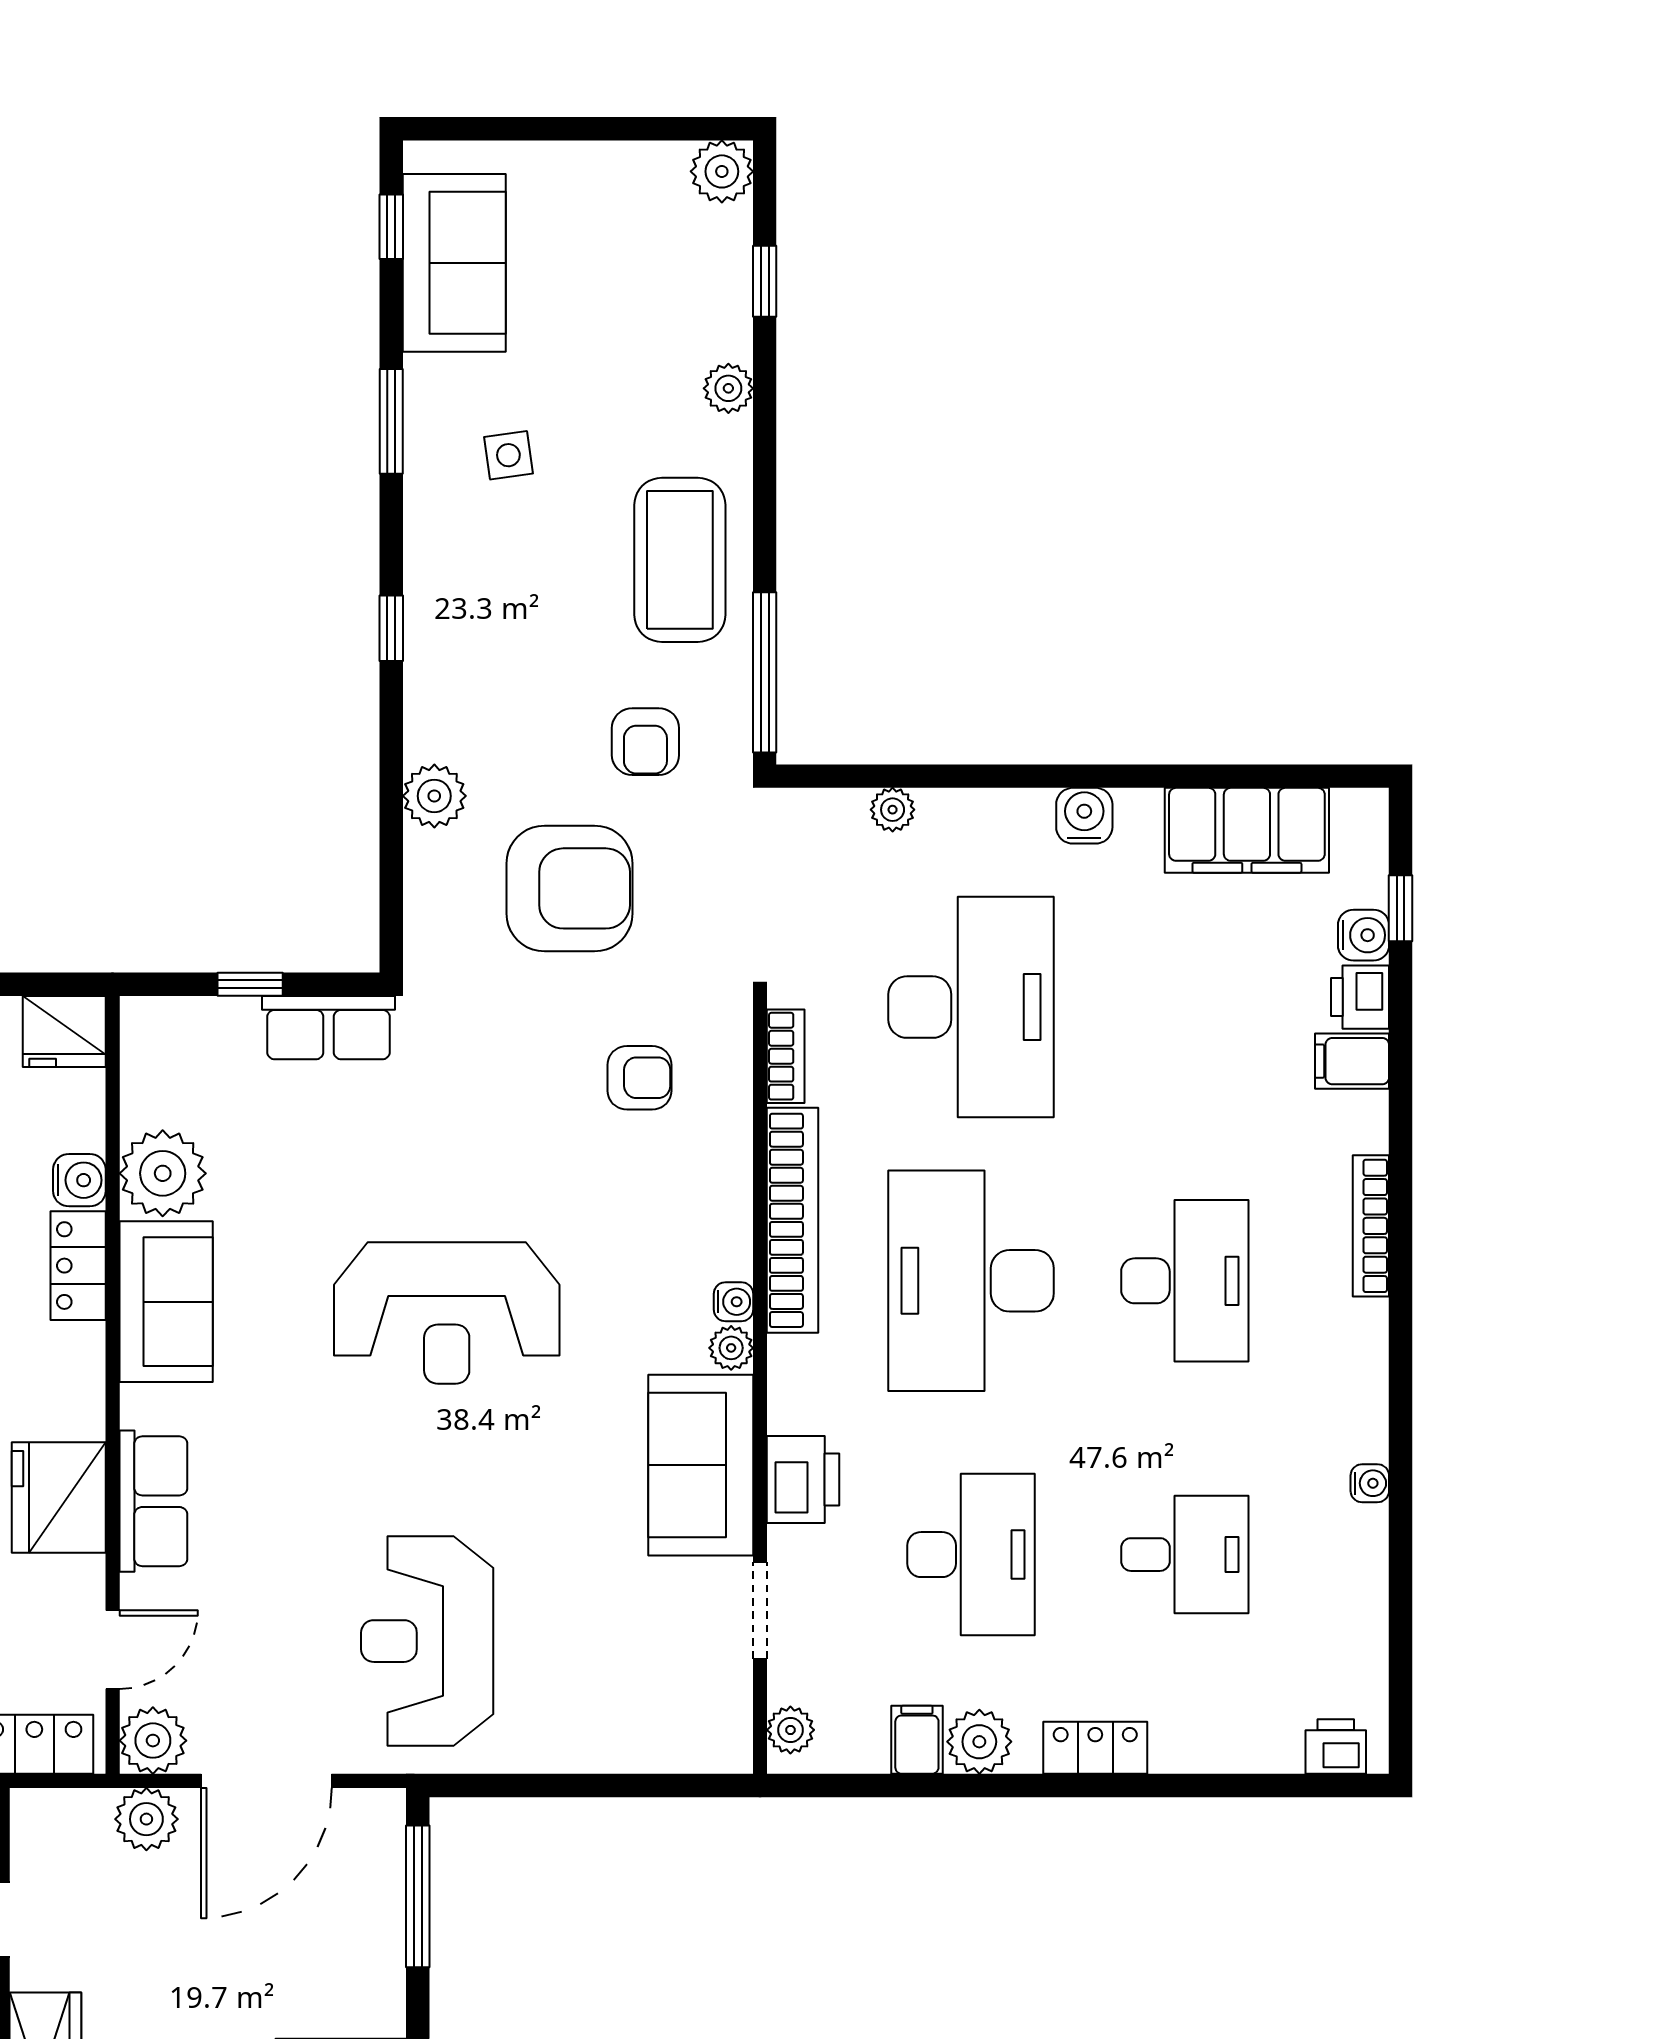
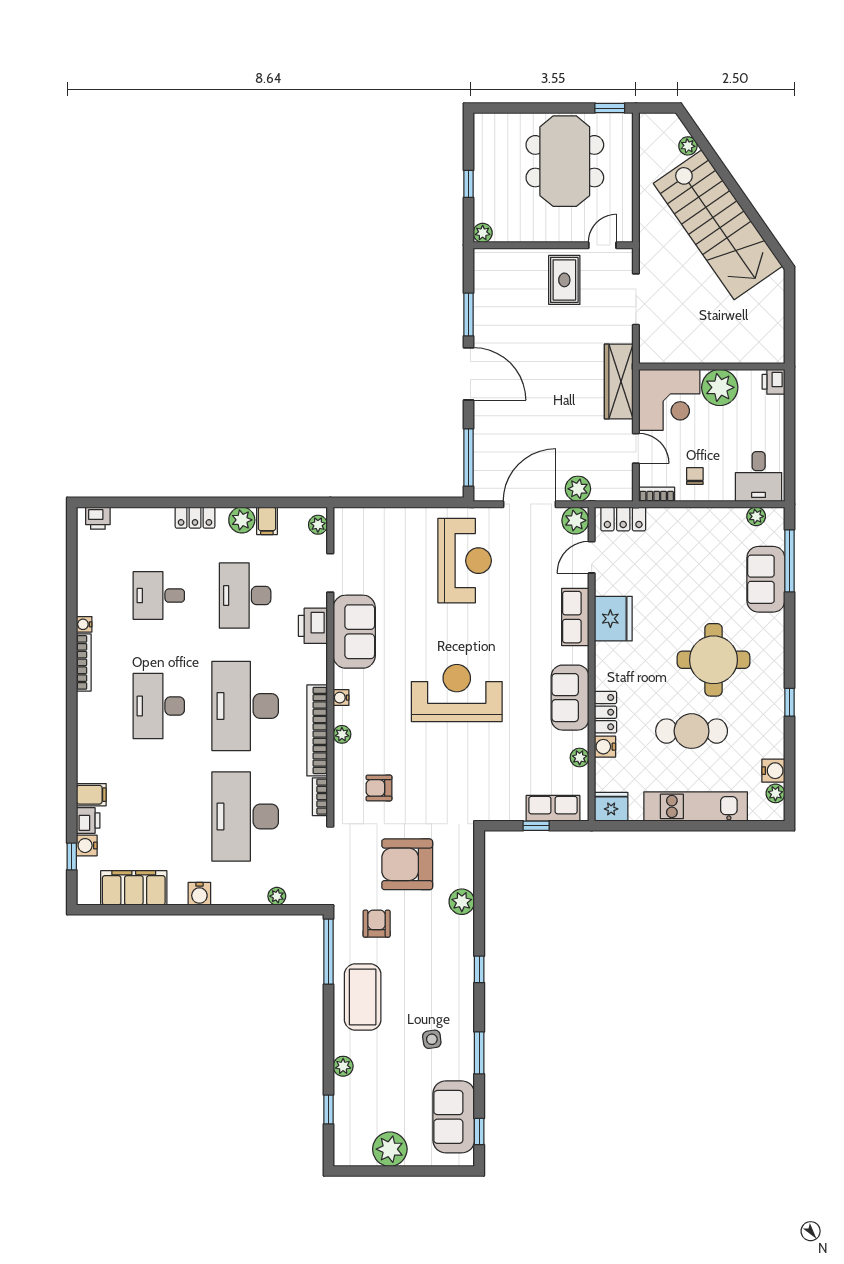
plant: (722, 171) -> (390, 1149), moved, width x1.36, depth x1.36
row of seats: (329, 1028) -> (553, 808), moved
plant: (163, 1173) -> (580, 758), width x0.53, depth x0.53
bookcase: (1371, 1226) -> (84, 662), moved
desk: (971, 1281) -> (245, 706), turned 180
plant: (731, 1348) -> (342, 734), moved

